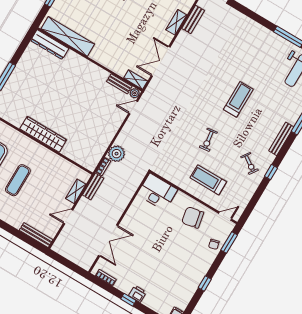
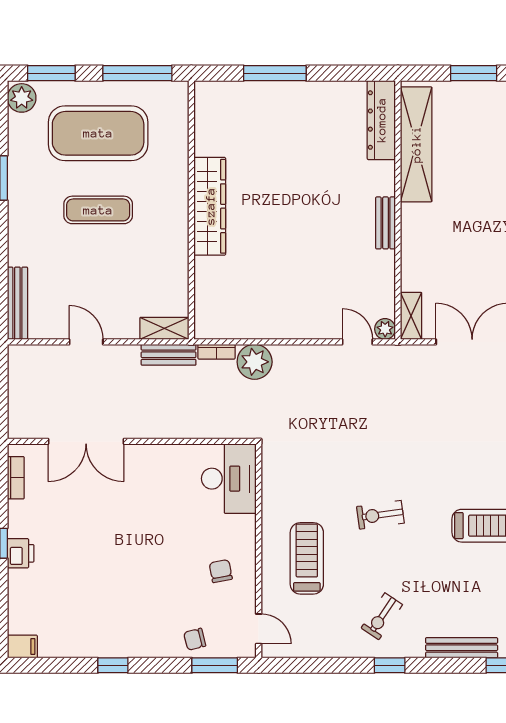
bench: (119, 84) -> (386, 223), moved
shelving: (76, 191) -> (164, 328), moved
chair: (193, 217) -> (221, 571), width x0.54, depth x0.54

